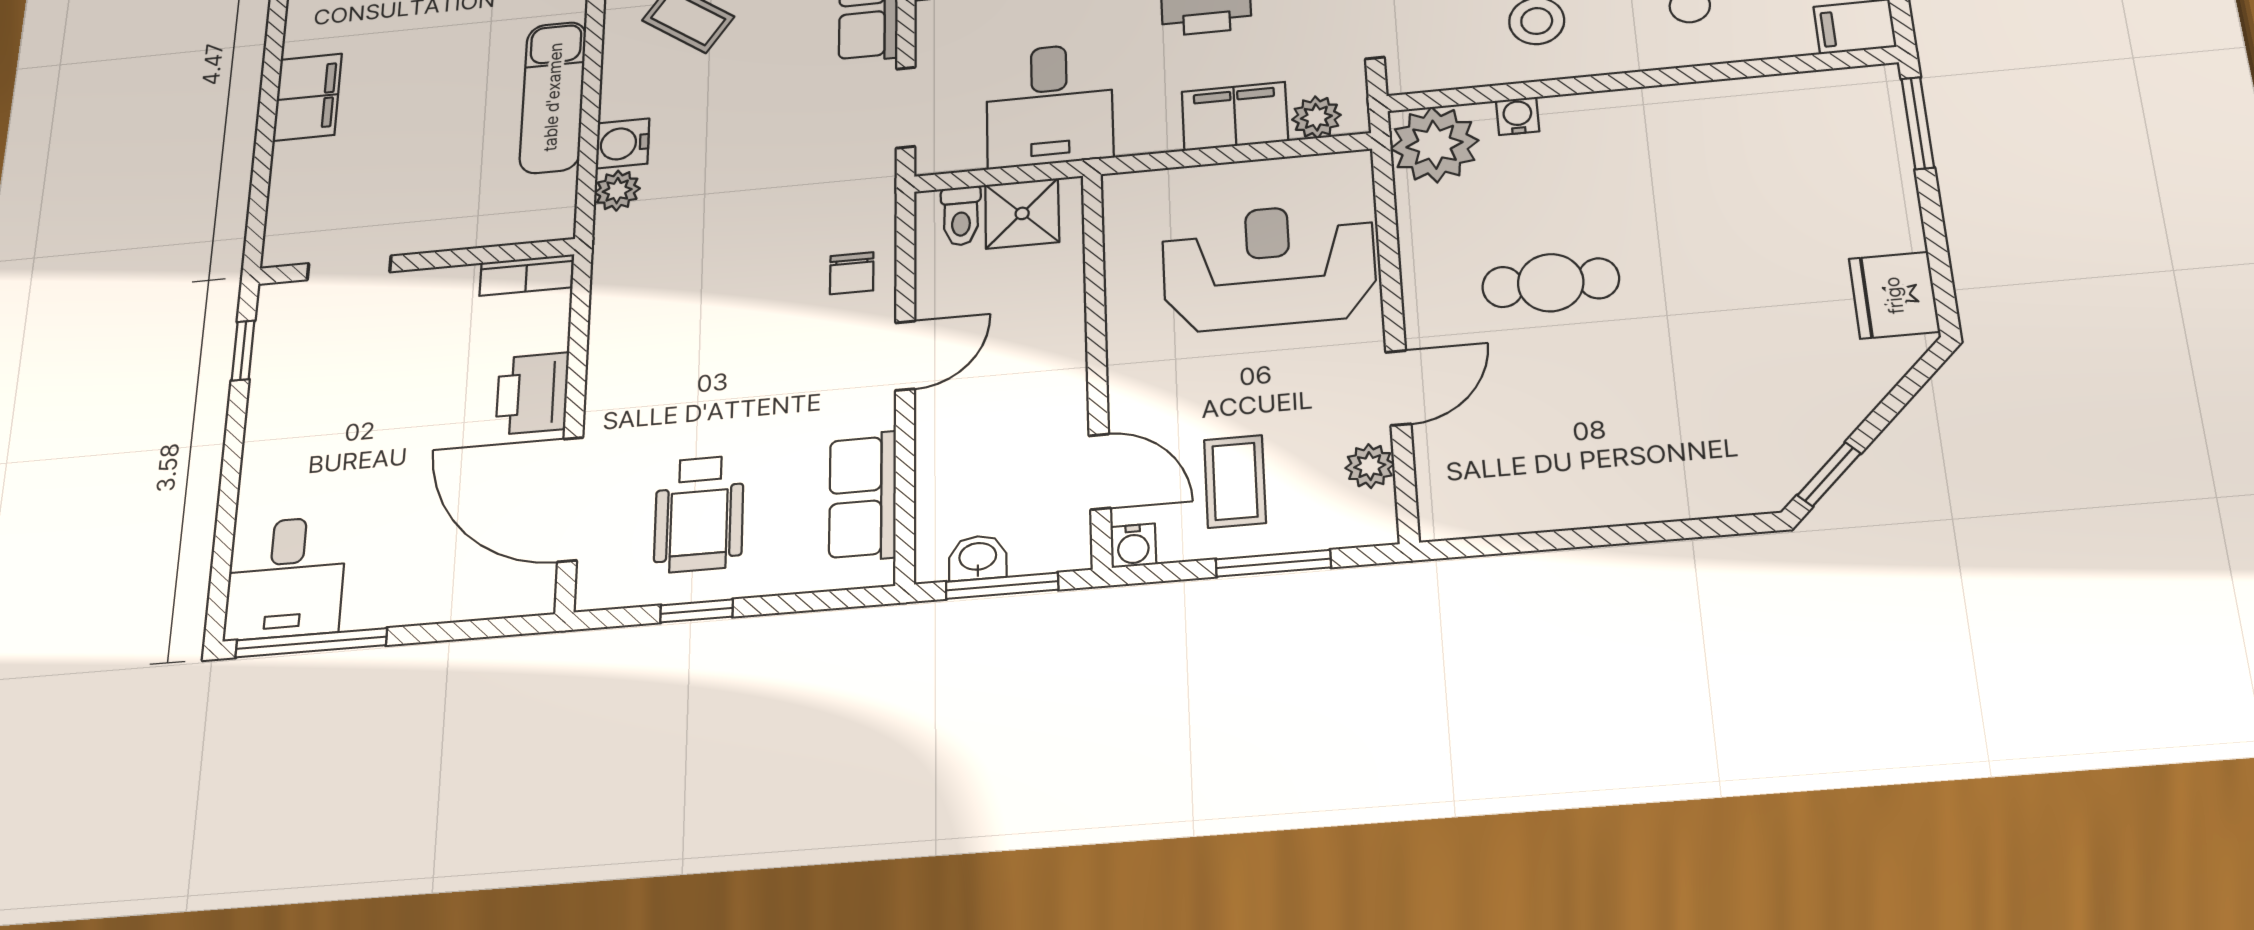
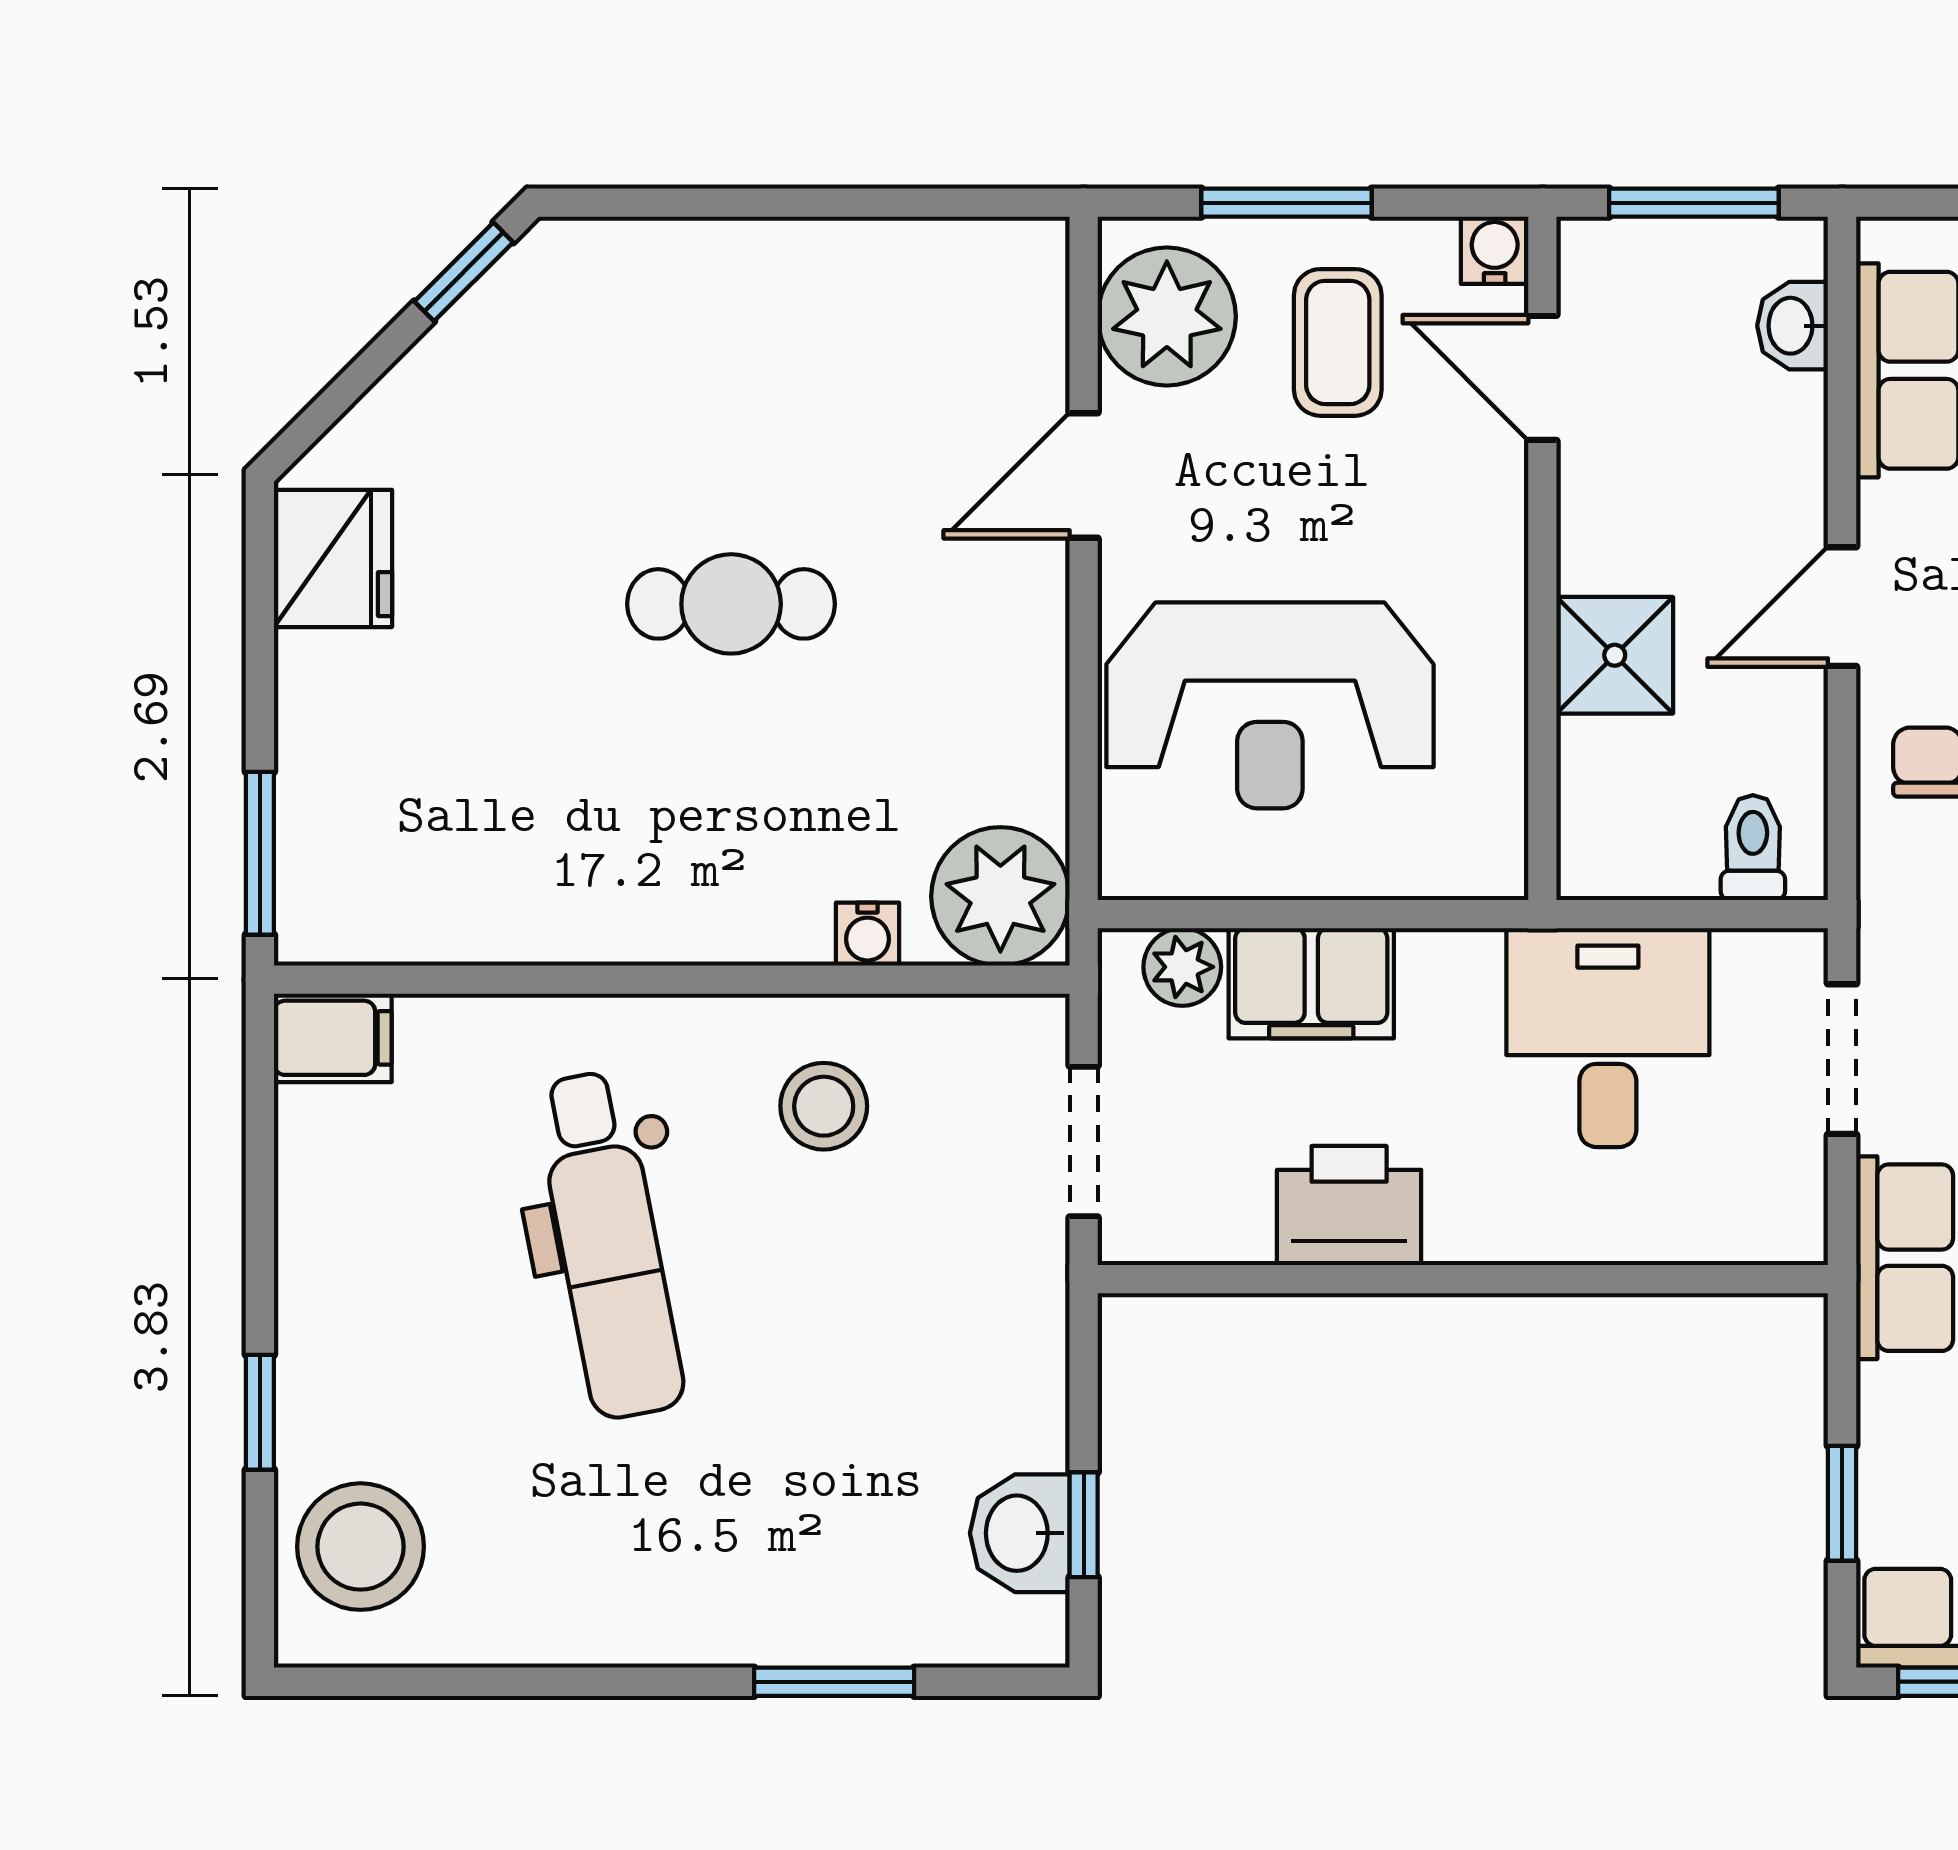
shower: (1022, 213) -> (1615, 655), moved
cafe table: (1551, 283) -> (731, 604), moved
plant: (1370, 466) -> (1167, 317), width x1.88, depth x1.88
washbasin: (978, 558) -> (1793, 326), moved, turned 90

